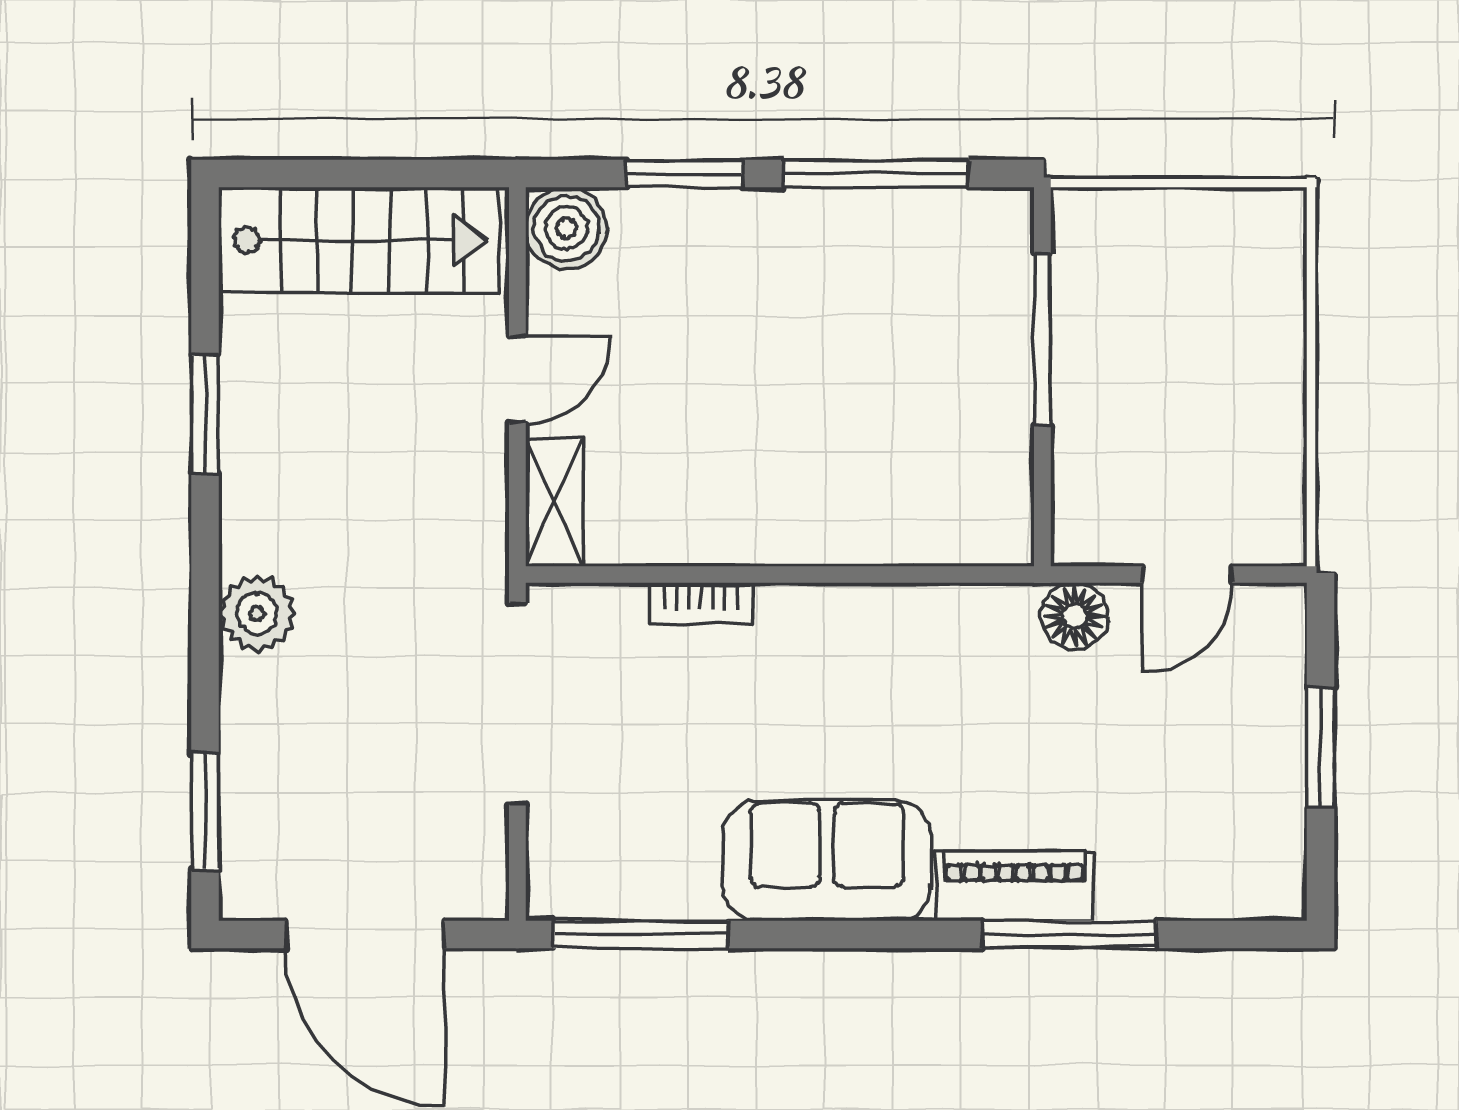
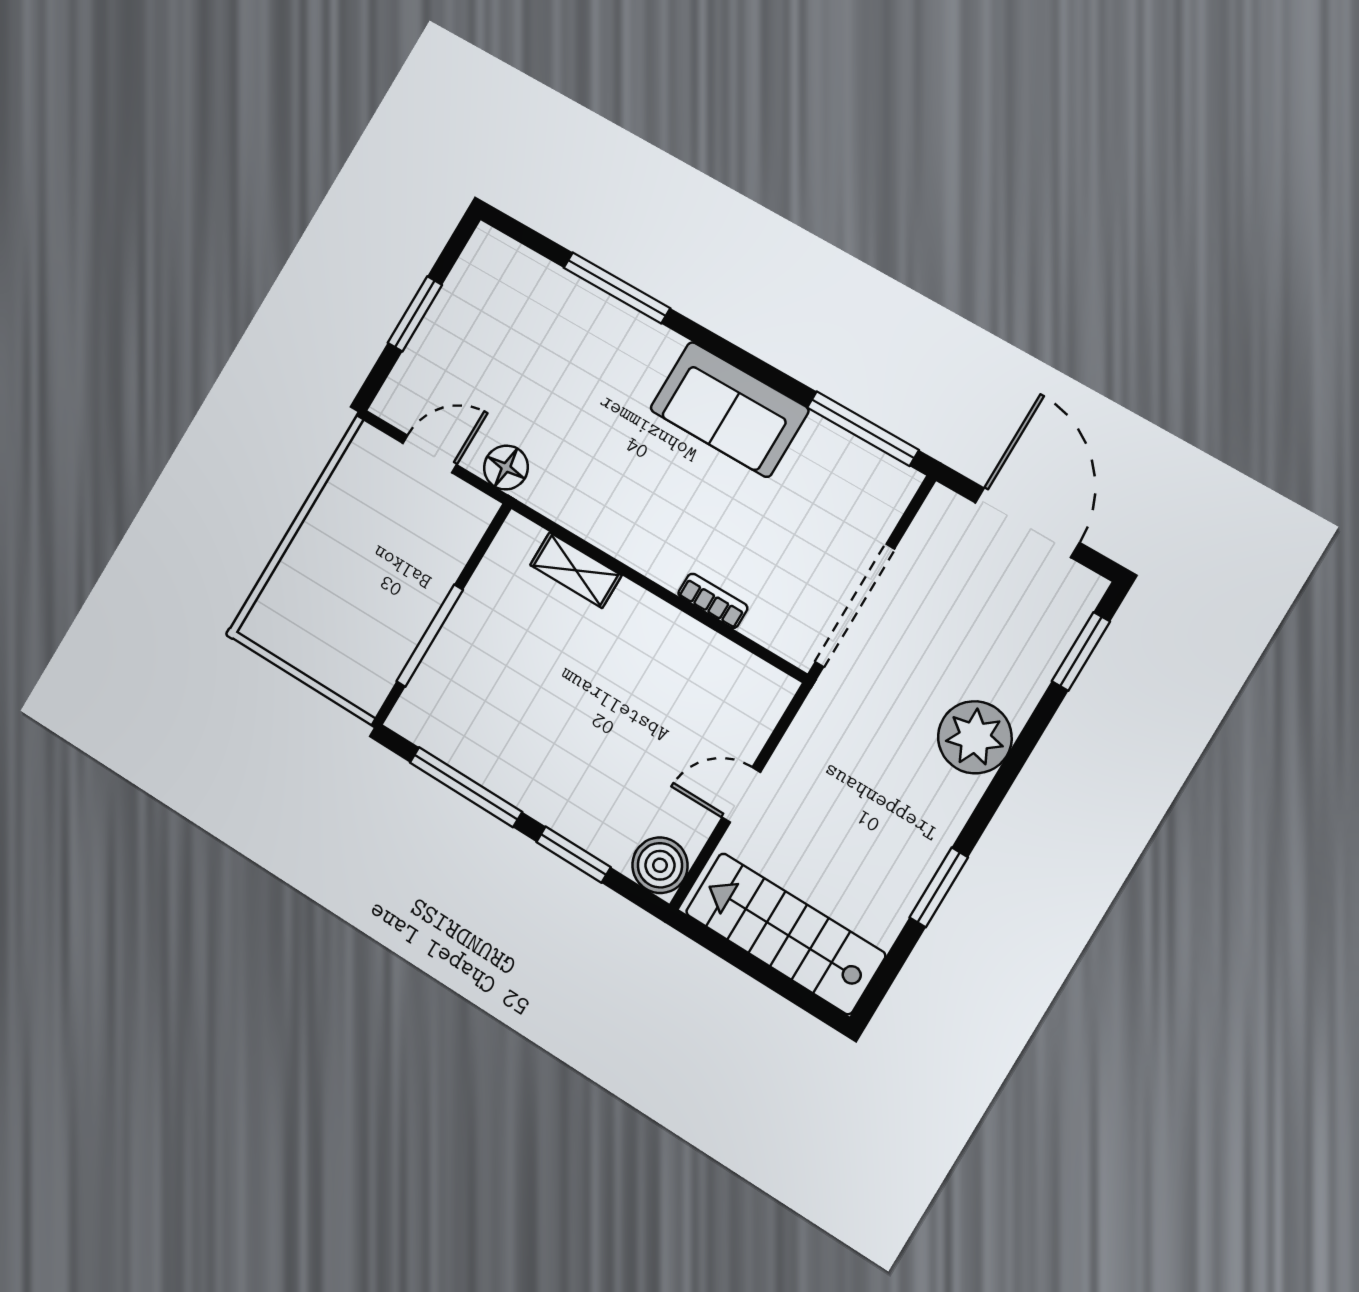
shelving: (554, 502) -> (576, 570), moved, turned 90
plant: (257, 613) -> (975, 737), width x1.36, depth x1.36
piano: (1015, 886) -> (631, 333), removed

